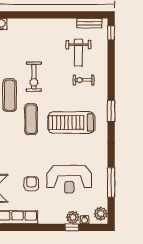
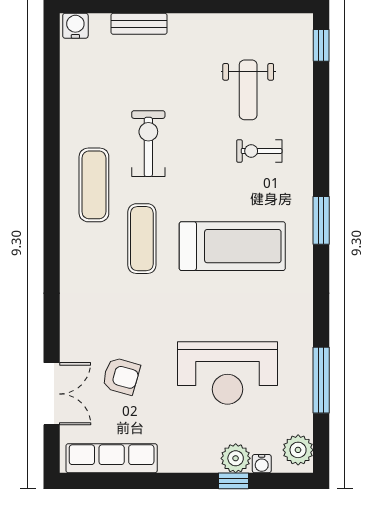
bench: (89, 23) -> (139, 24), moved
exercise bike: (34, 77) -> (148, 144), turned 180
treadmill: (71, 123) -> (232, 246), turned 180
armchair: (31, 184) -> (121, 376), moved, turned 106

